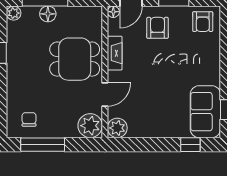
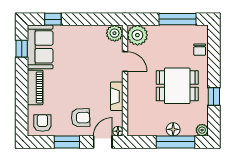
armchair: (158, 28) -> (81, 118), turned -92
dining table: (75, 59) -> (177, 86), moved
piano: (211, 64) -> (35, 87), added
door: (105, 94) -> (125, 61), swing flipped
chair: (29, 119) -> (200, 50), moved

